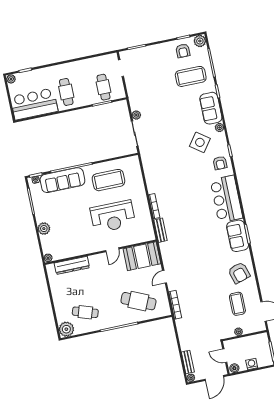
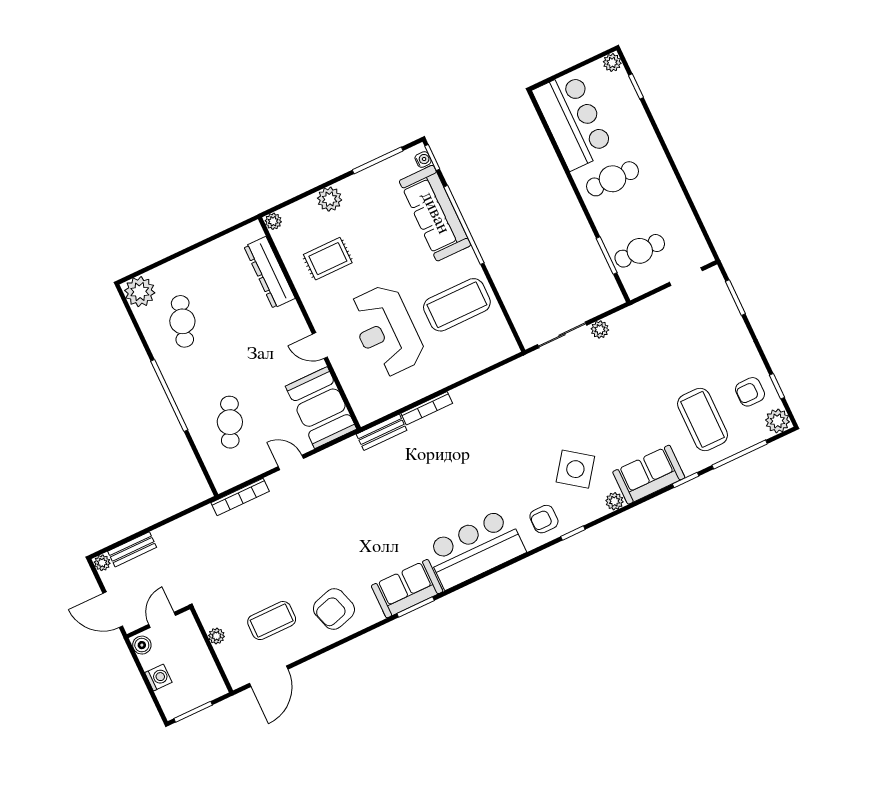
coffee table: (108, 180) -> (457, 305), turned 90
rug: (72, 236) -> (328, 259), added
cafe table: (138, 301) -> (230, 422), width x0.73, depth x0.74

